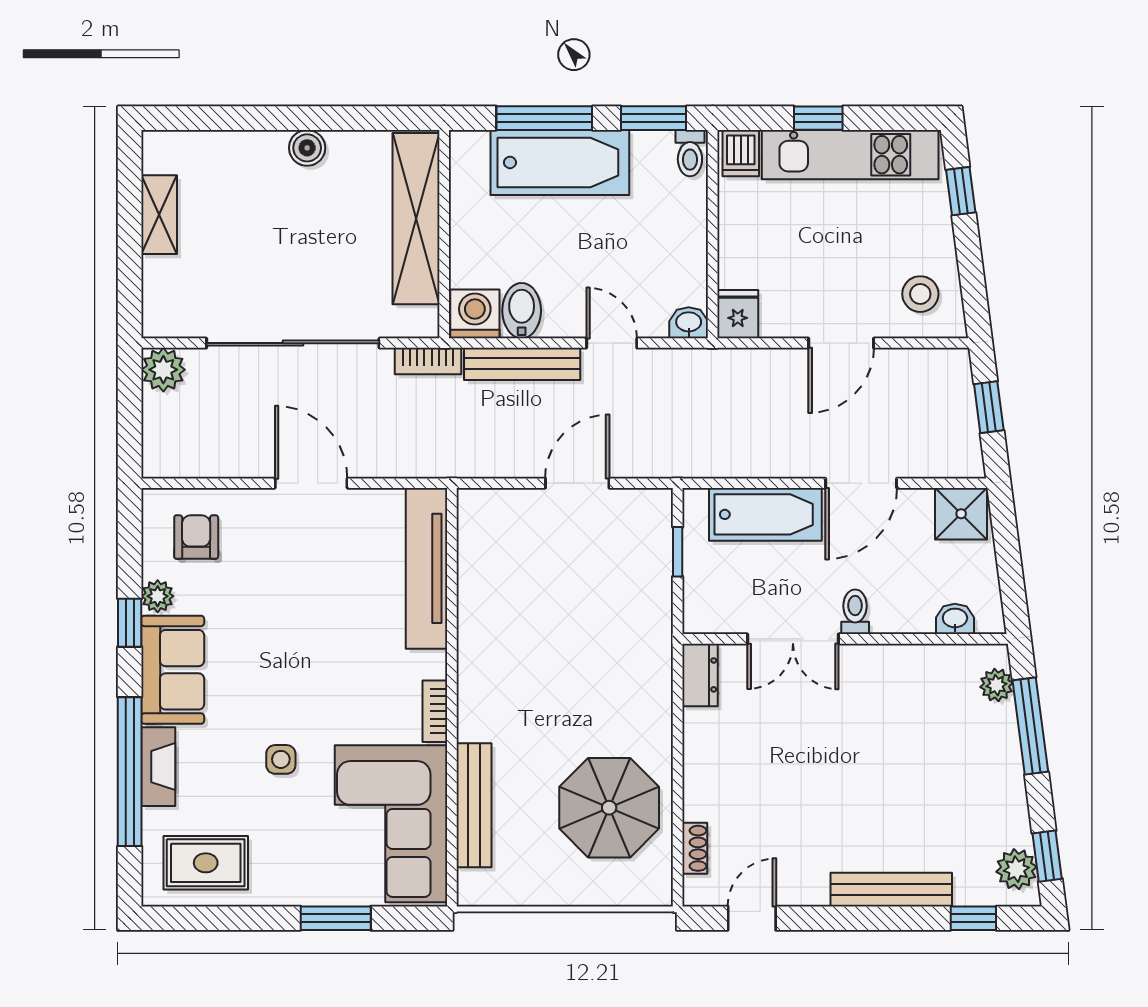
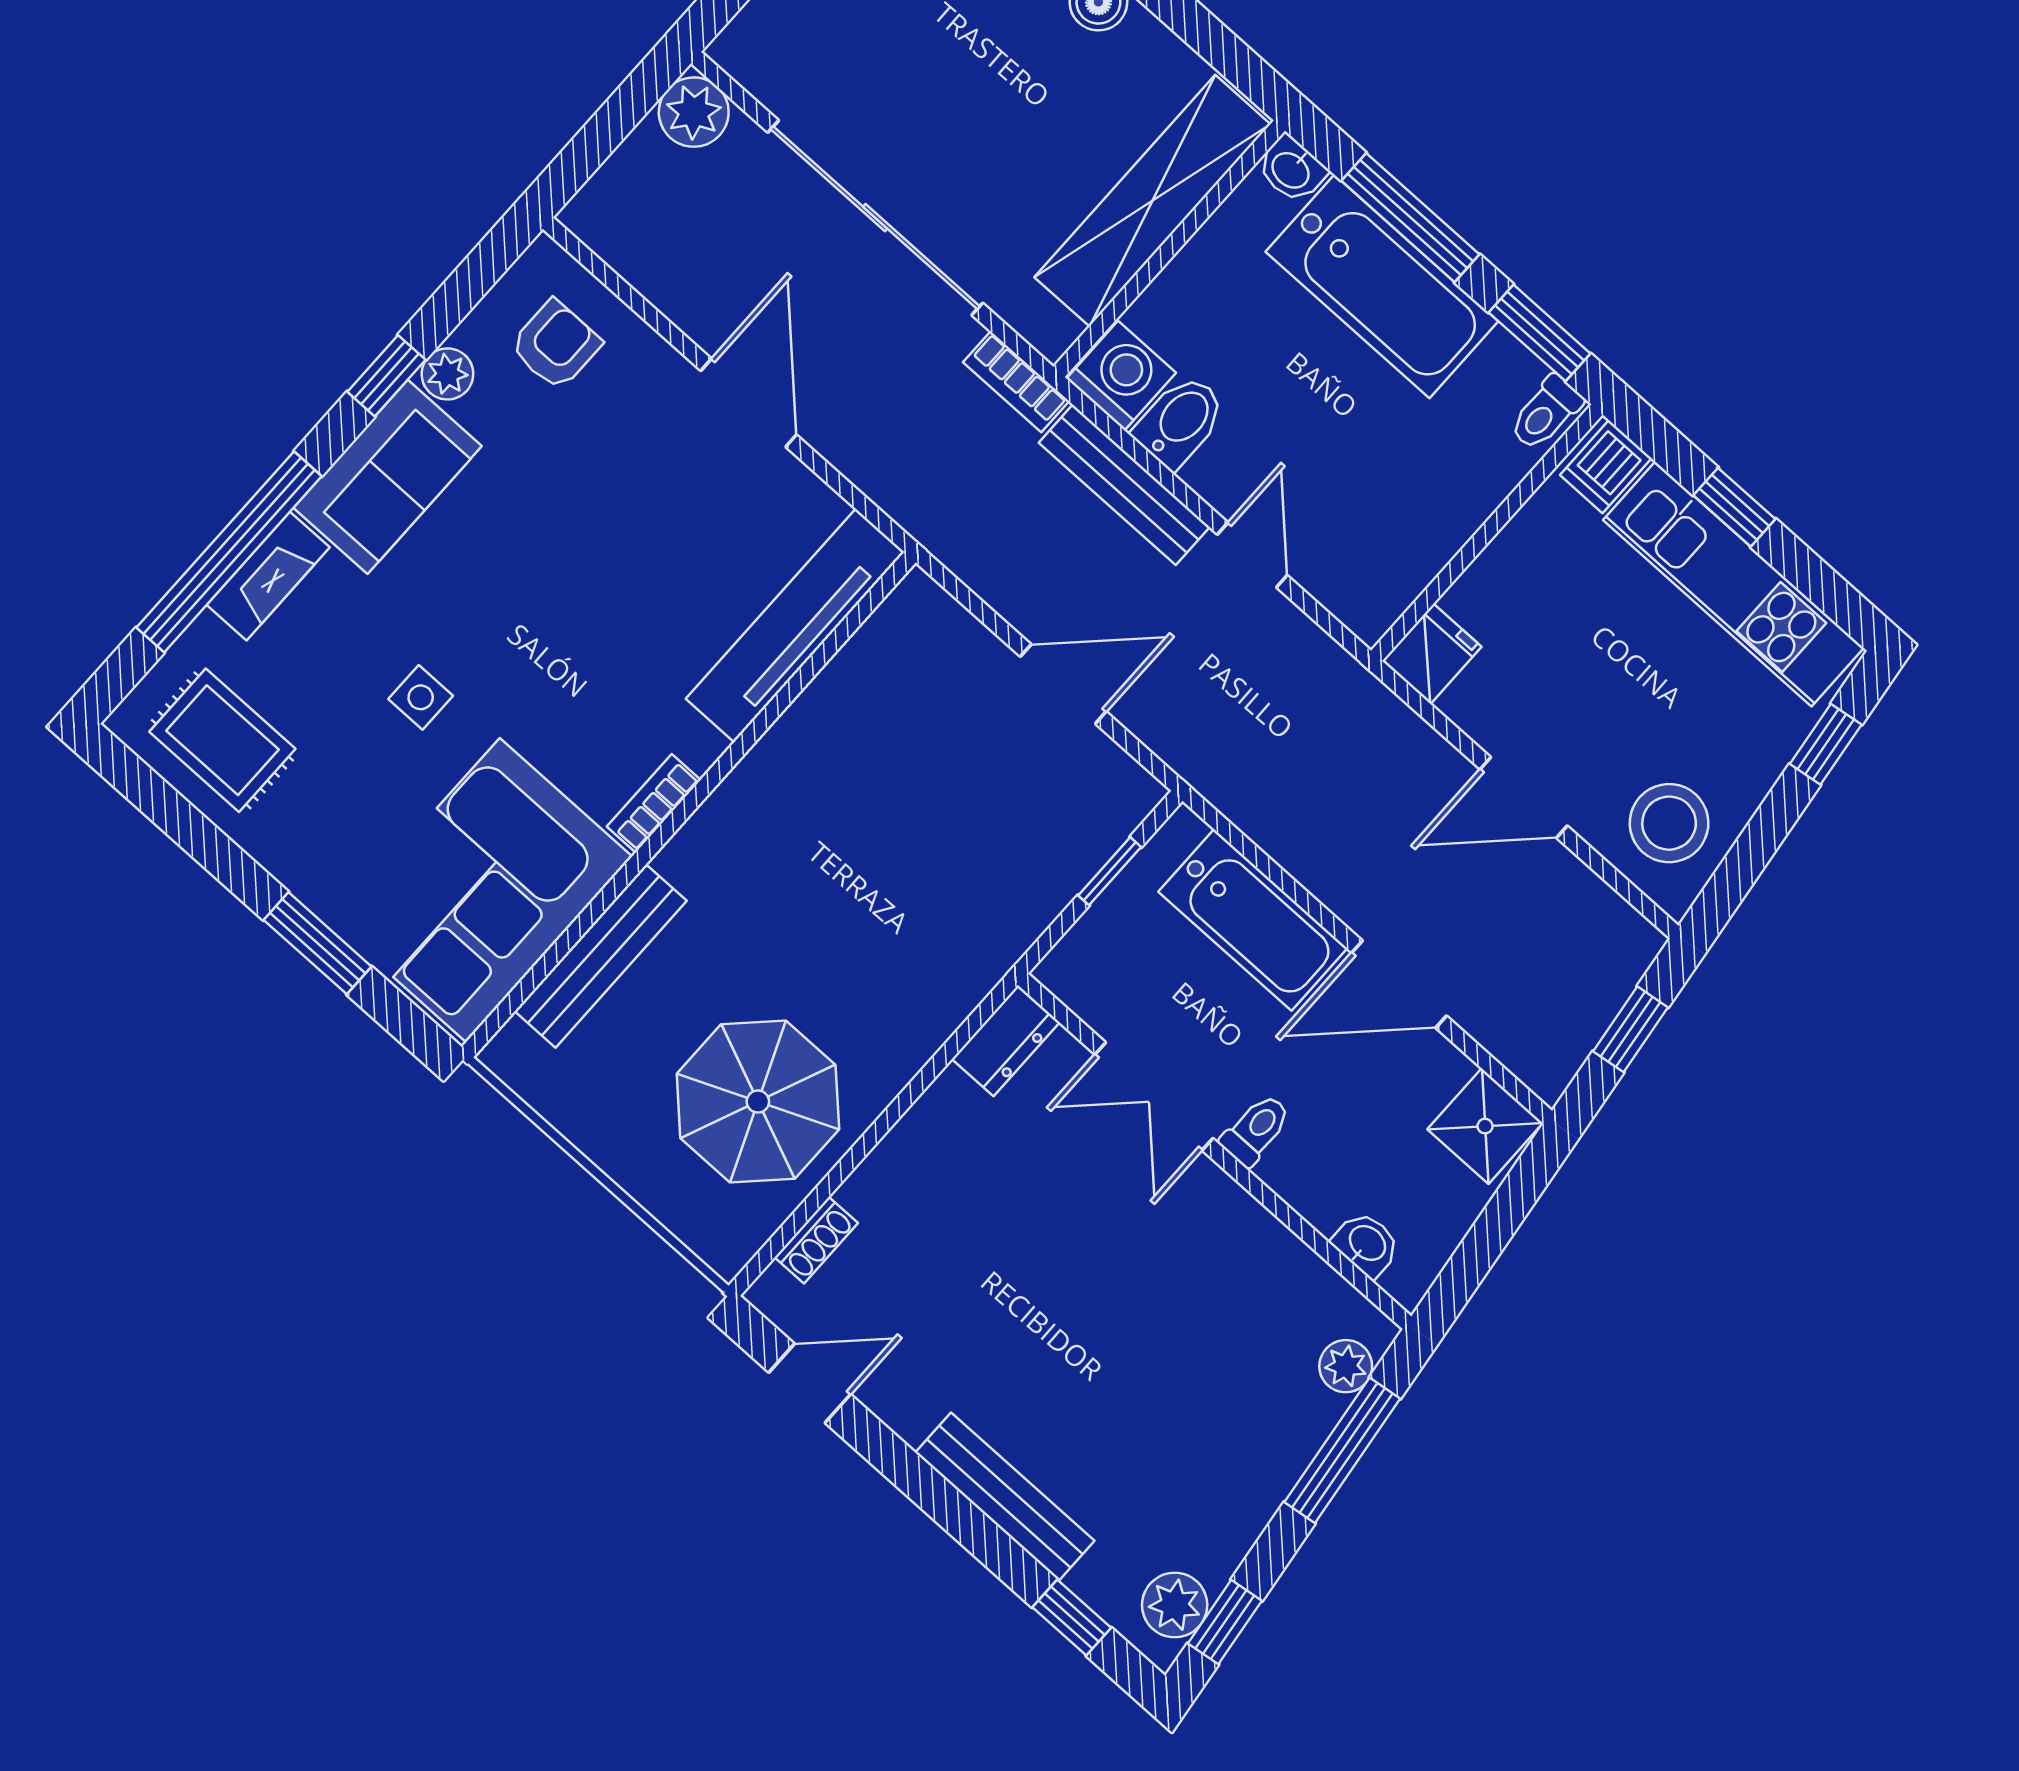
stool: (920, 294) -> (1669, 823), width x1.38, depth x1.38
washbasin: (689, 323) -> (1291, 169), moved, turned 180

